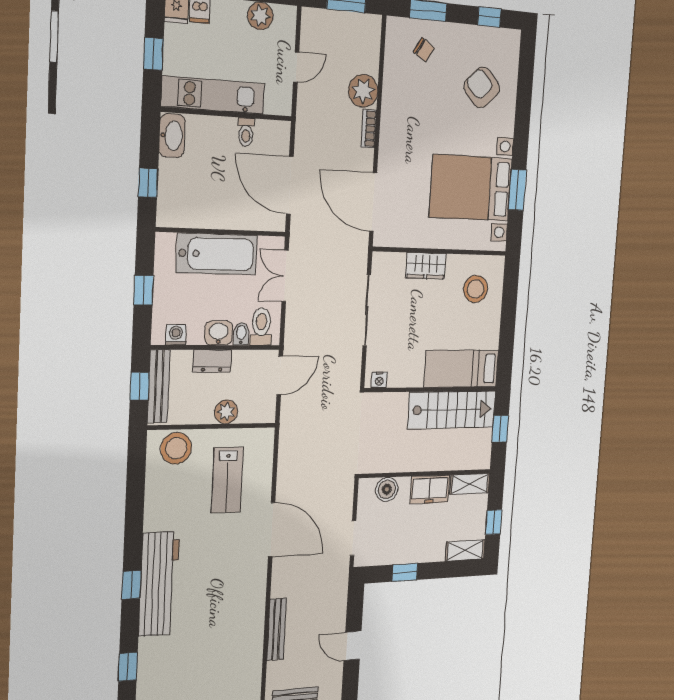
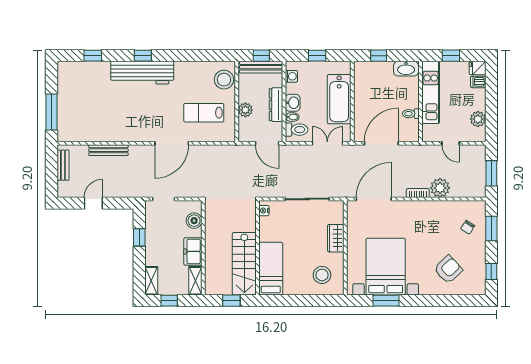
dresser: (212, 361) -> (276, 105), width x1.44

